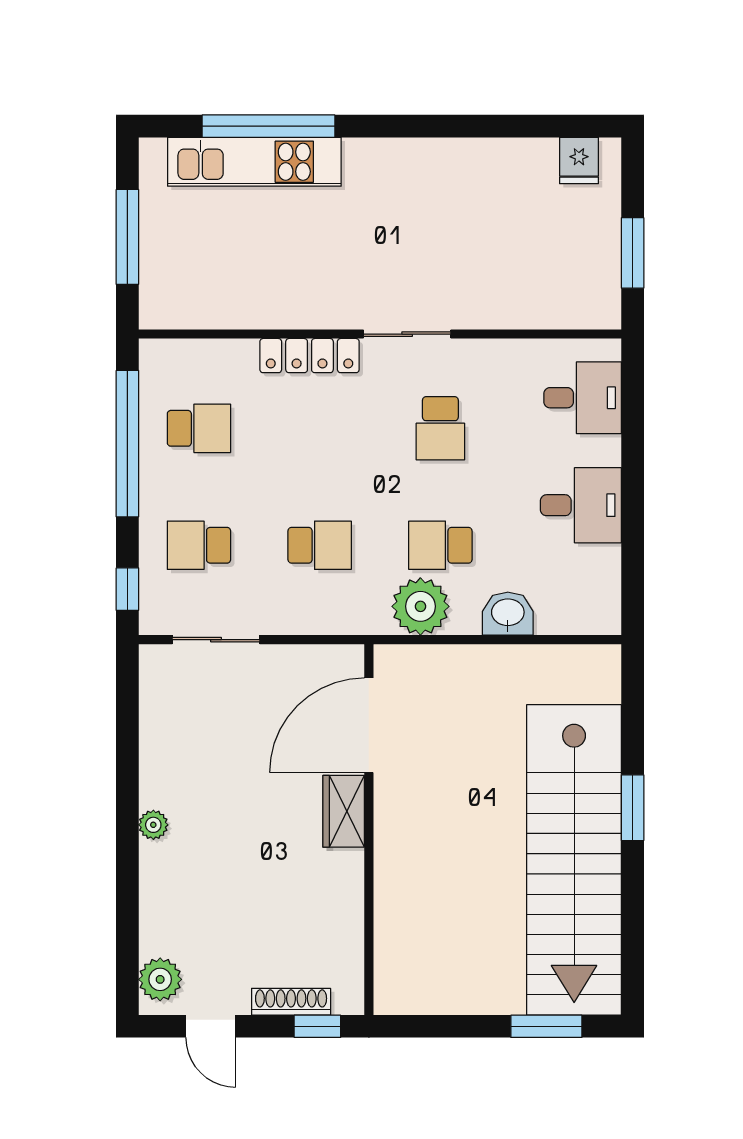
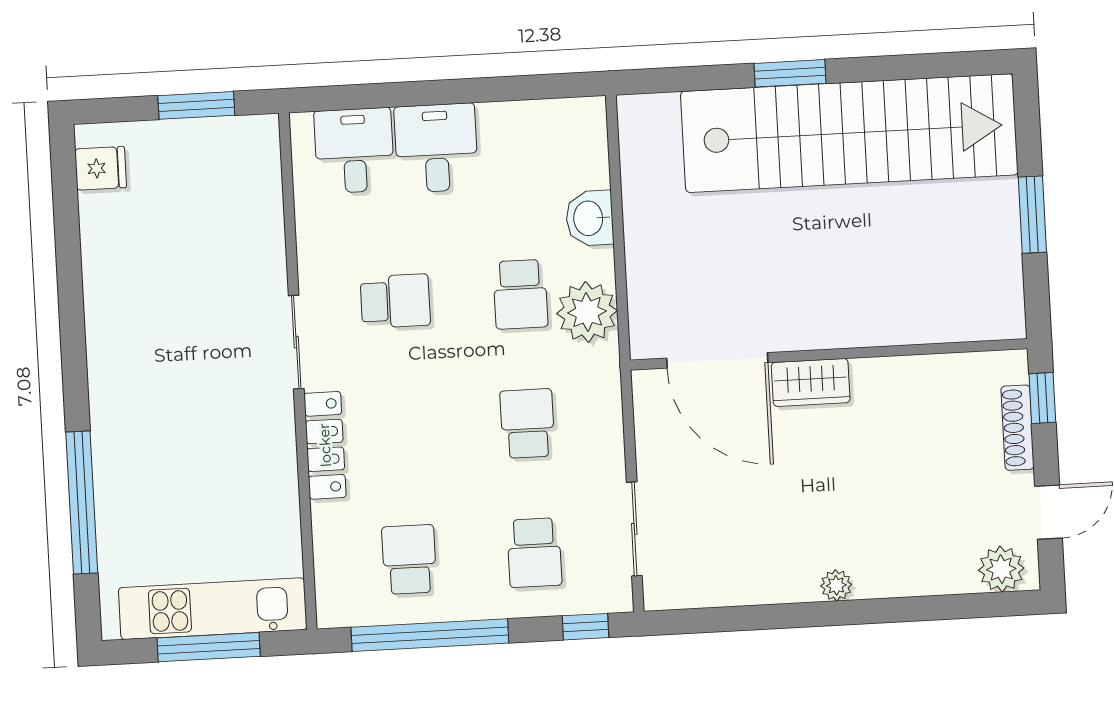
kitchen unit: (254, 162) -> (213, 609), moved, turned -90
desk: (581, 505) -> (436, 148), moved
window: (546, 1026) -> (1032, 215), moved

